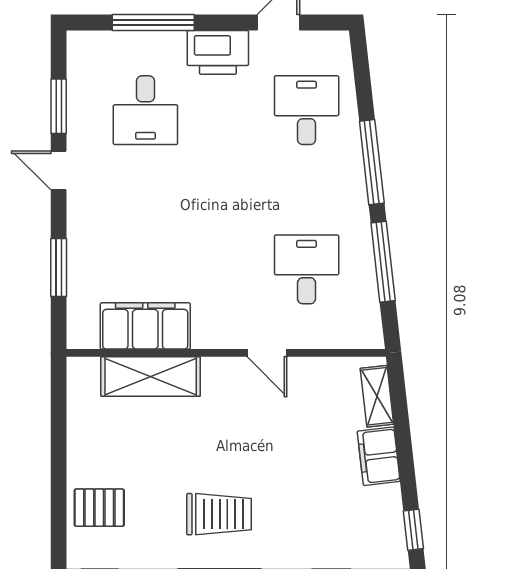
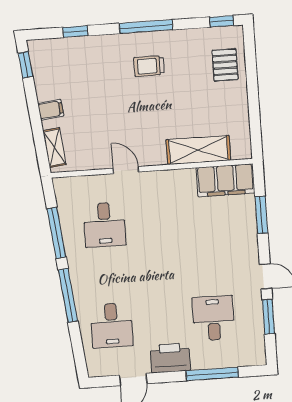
filing cabinet: (145, 326) -> (225, 180), moved
filing cabinet: (379, 456) -> (51, 110), width x0.50
pallet: (99, 508) -> (225, 65), turned 90
trolley: (219, 514) -> (149, 66), width x0.73, depth x0.72

